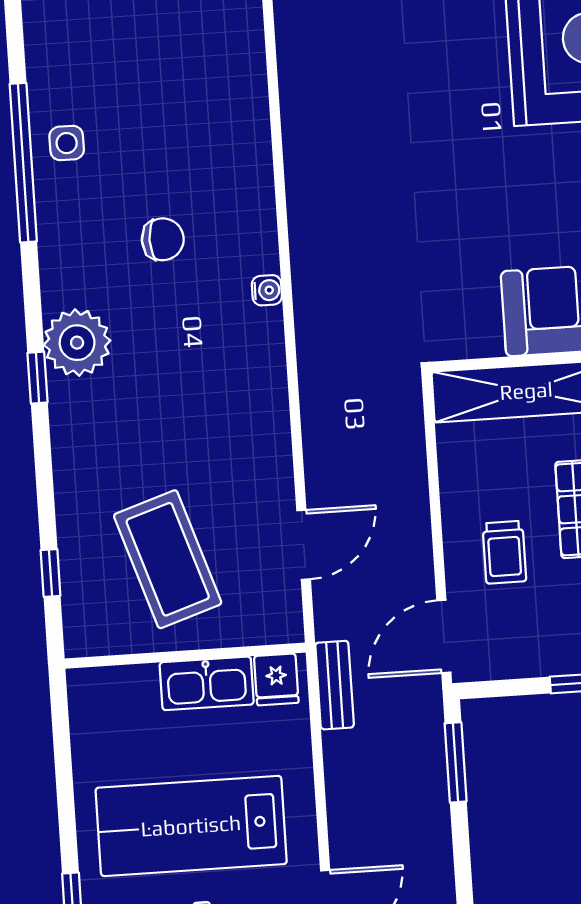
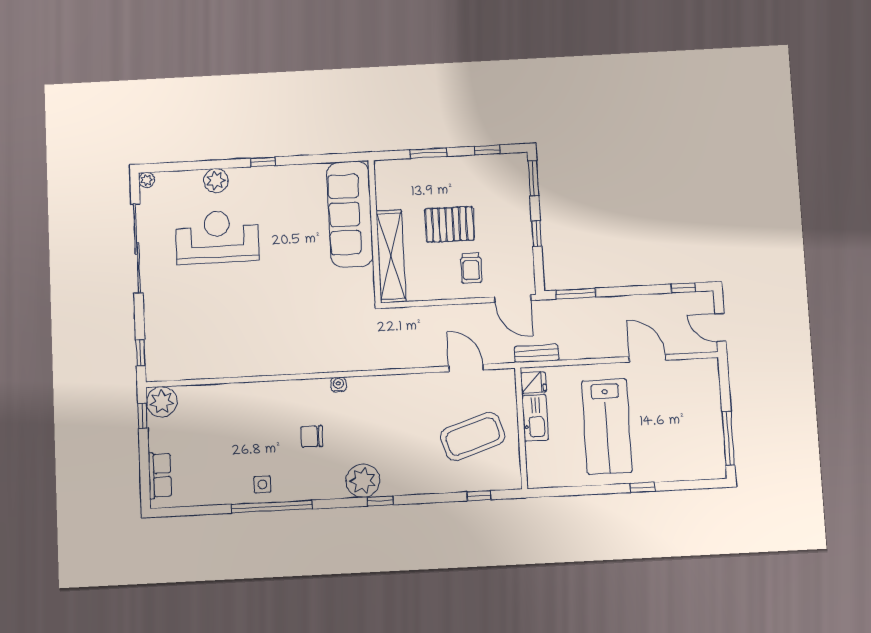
chair: (163, 239) -> (312, 437), turned -90
trolley: (504, 552) -> (471, 268), turned 90

